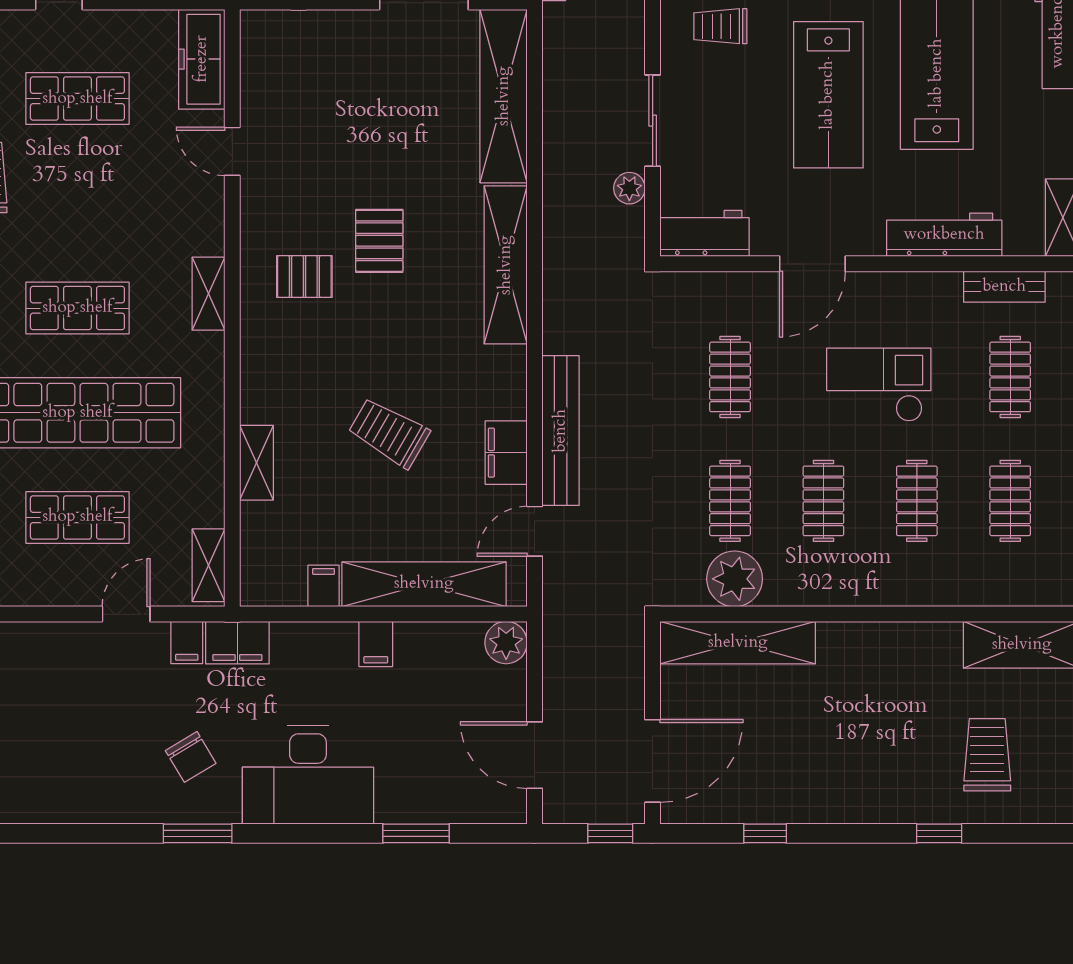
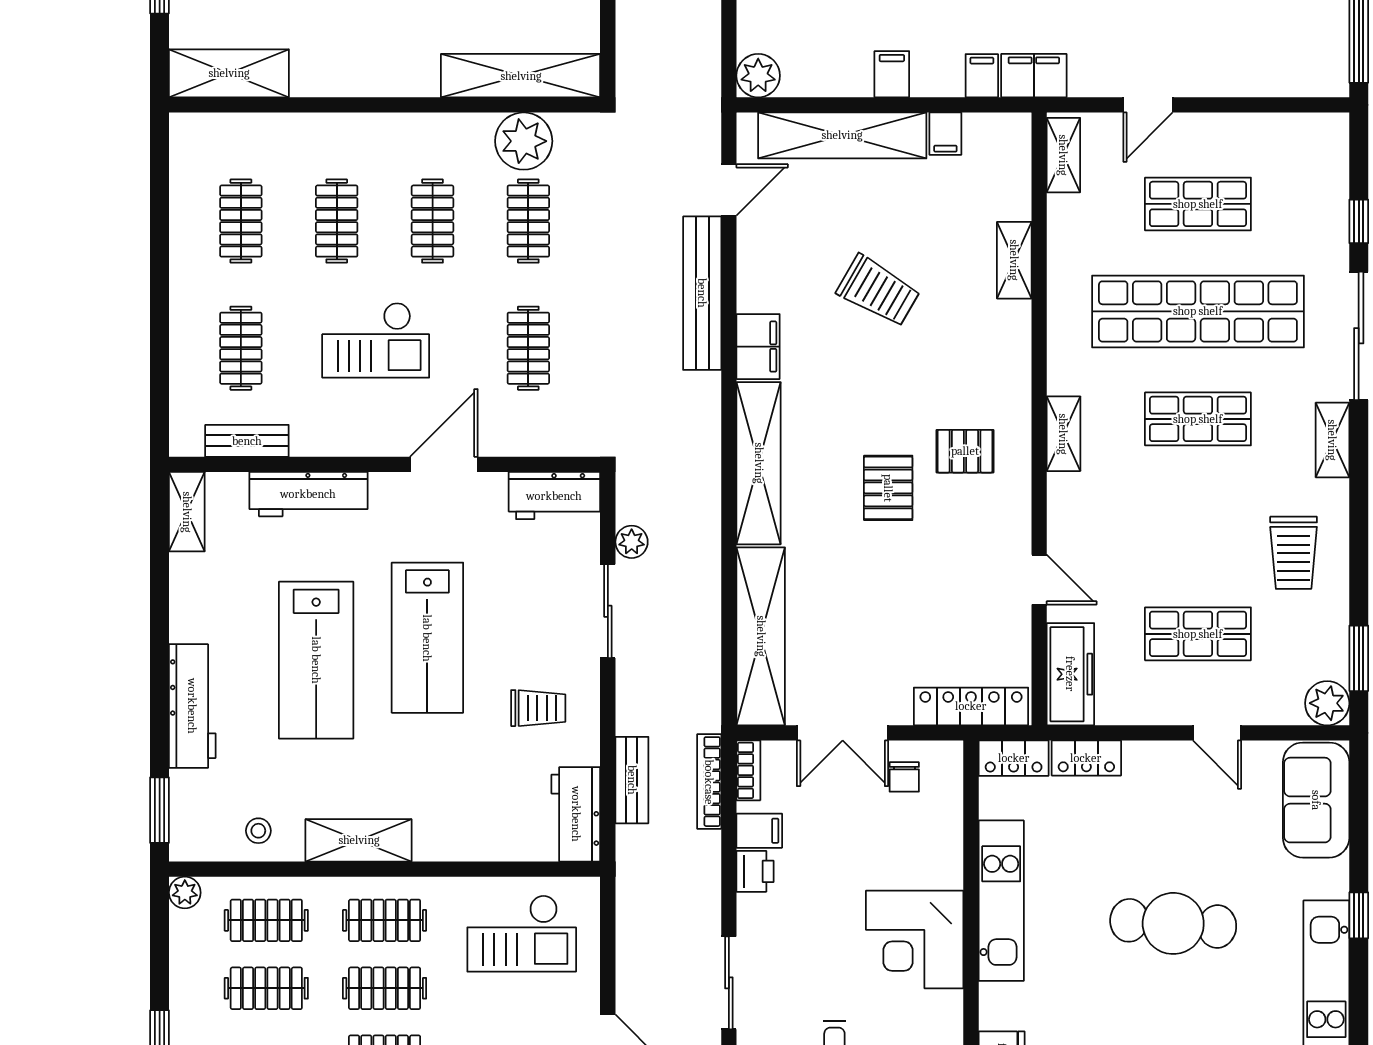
locker: (299, 28) -> (971, 706), added
lab bench: (828, 95) -> (427, 638), turned 180
filing cabinet: (506, 453) -> (758, 347), moved
filing cabinet: (187, 643) -> (982, 76), moved

